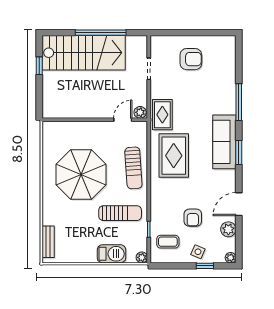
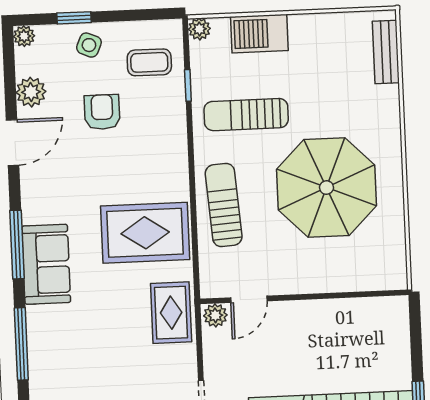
sofa: (224, 142) -> (46, 264), width x0.73
window: (239, 152) -> (17, 245), width x1.44
rug: (174, 156) -> (145, 233), turned 90

